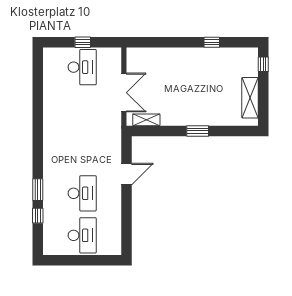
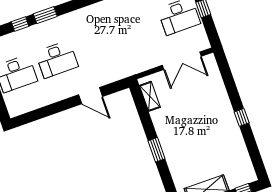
window: (212, 42) -> (242, 117), moved
double door: (124, 93) -> (182, 61), moved

